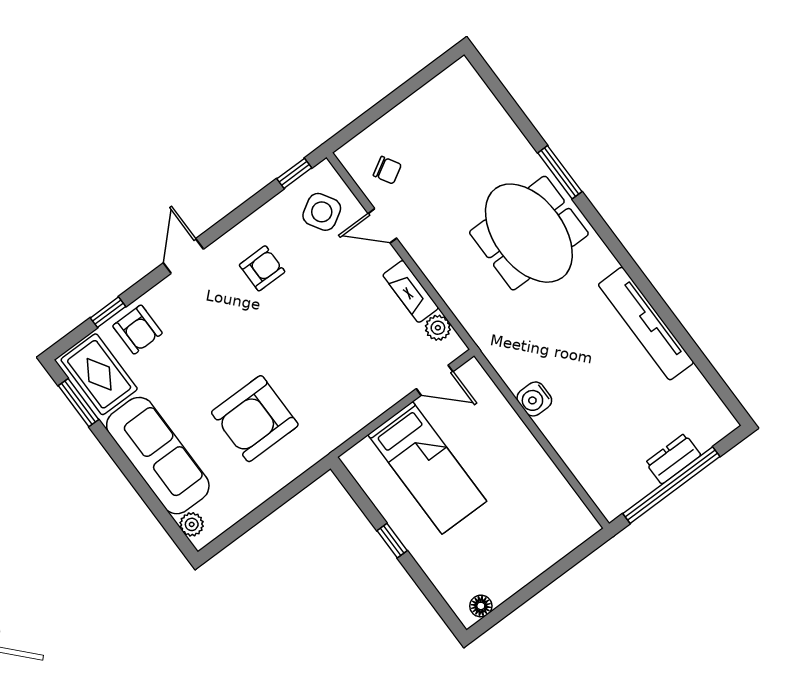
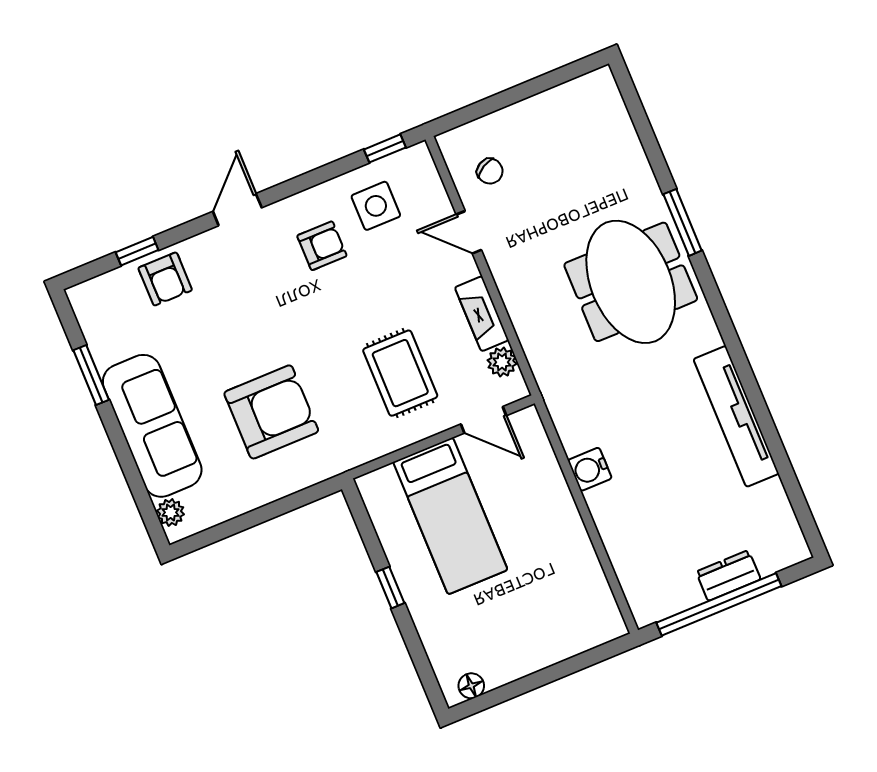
side table: (322, 212) -> (376, 206), moved, turned 31
rug: (99, 374) -> (400, 373), moved
window: (78, 403) -> (91, 375), moved
armchair: (255, 419) -> (271, 412), turned 180

